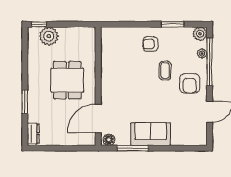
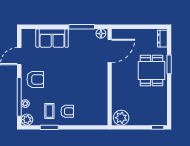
plant: (49, 36) -> (121, 118), moved
coffee table: (165, 71) -> (49, 111), moved
dining table: (67, 80) -> (151, 71), moved
armchair: (190, 83) -> (35, 79), turned 90
sofa: (151, 134) -> (52, 38), moved

